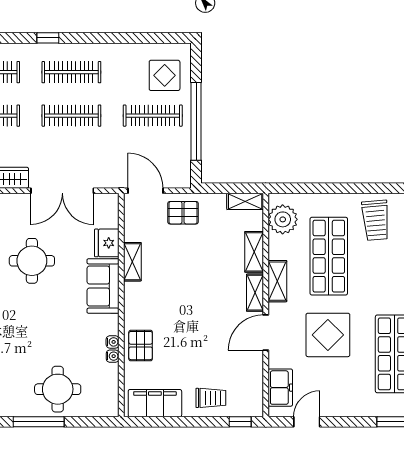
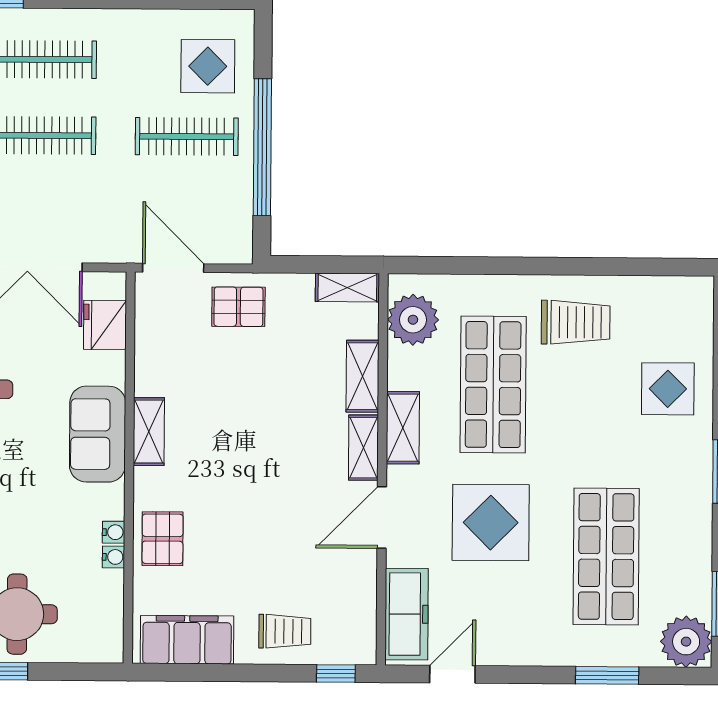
trolley: (376, 220) -> (576, 322), turned -85
fridge: (107, 243) -> (105, 325), moved
shelving: (132, 262) -> (149, 432), moved
freezer: (280, 388) -> (407, 614), width x1.40

